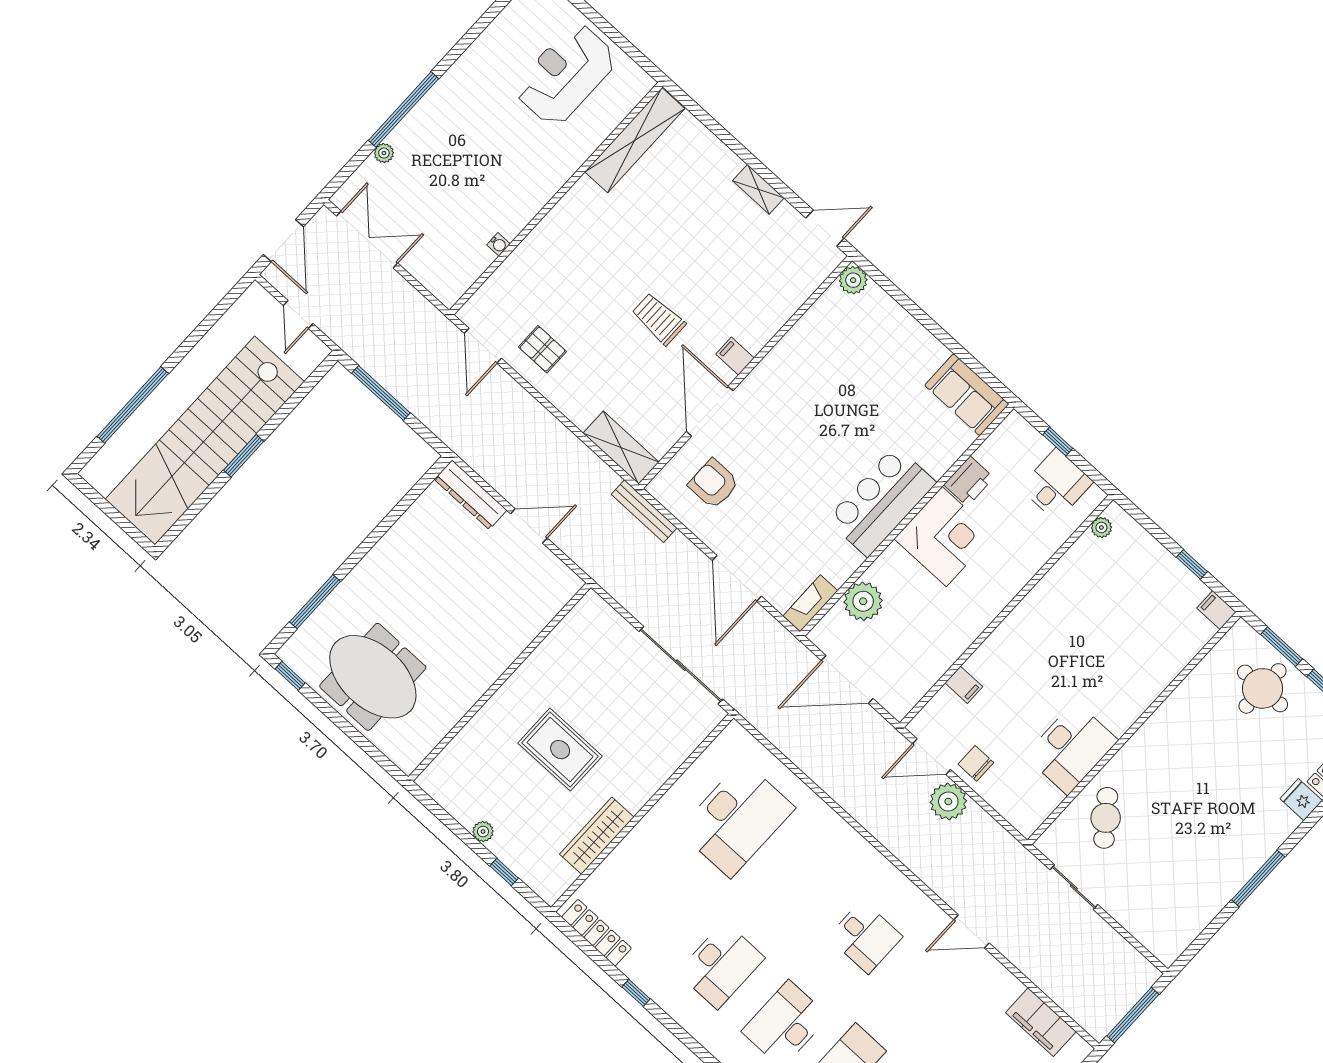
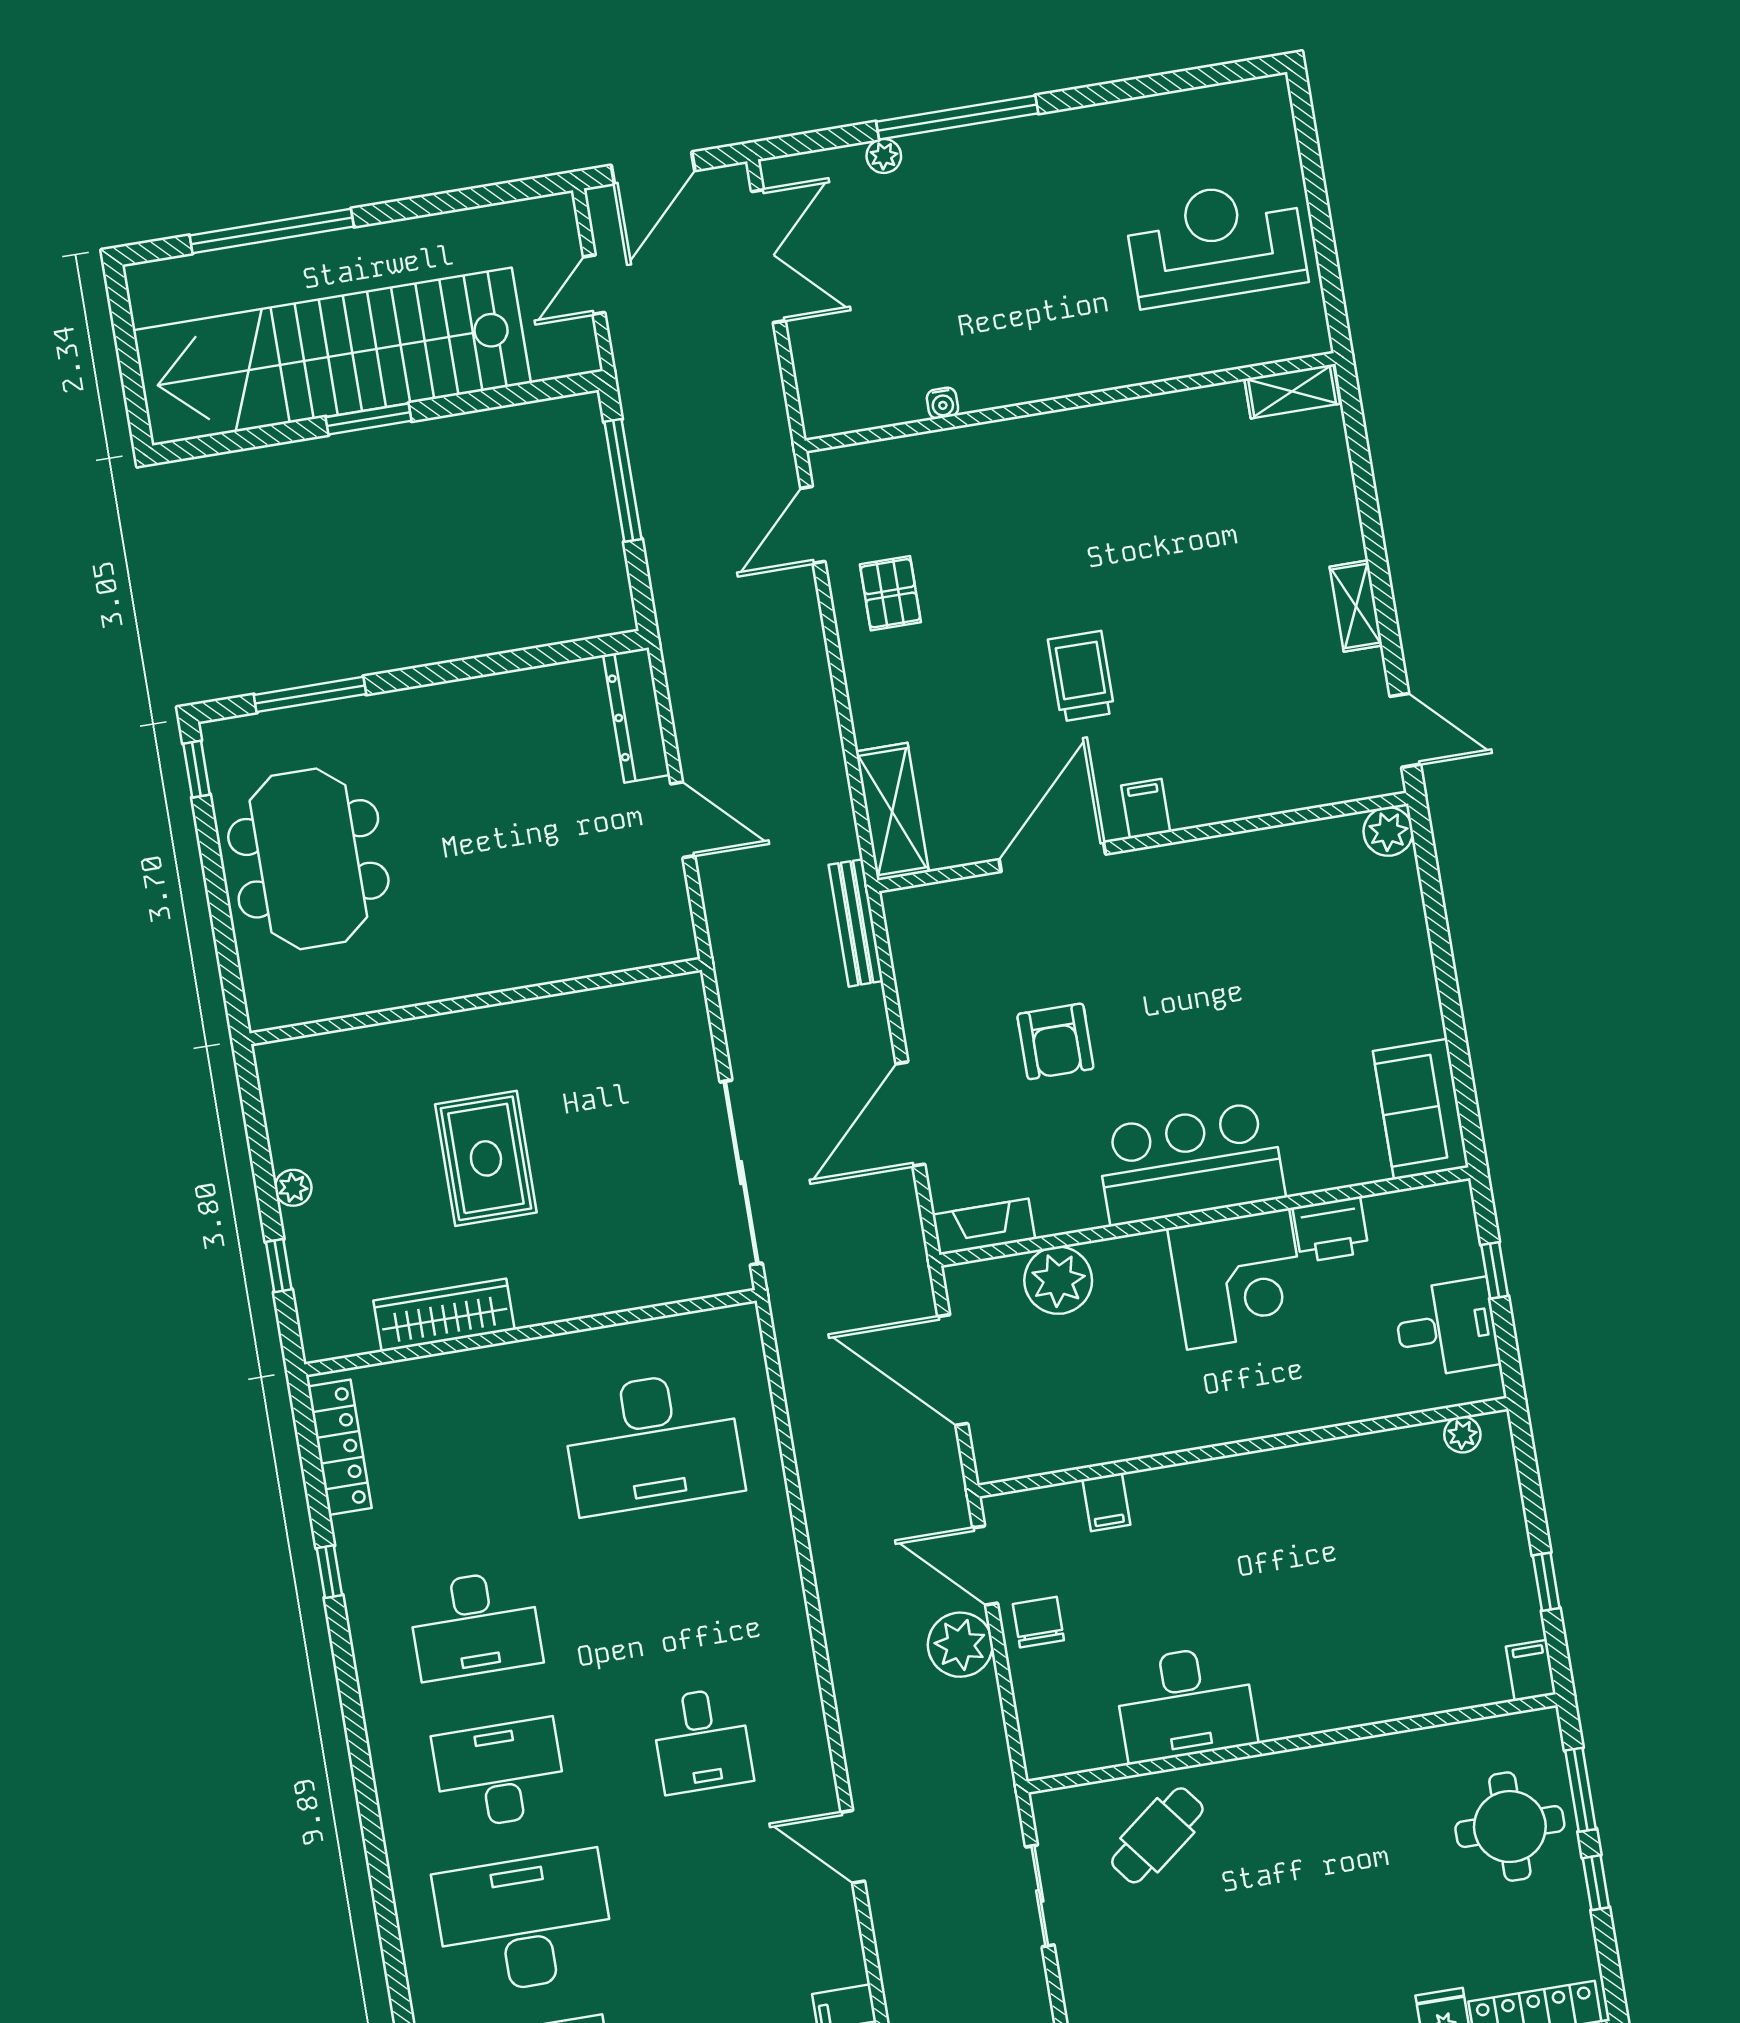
shelving: (635, 140) -> (1292, 391), width x0.45, depth x0.75
armchair: (714, 484) -> (1055, 1041), moved, turned 180

